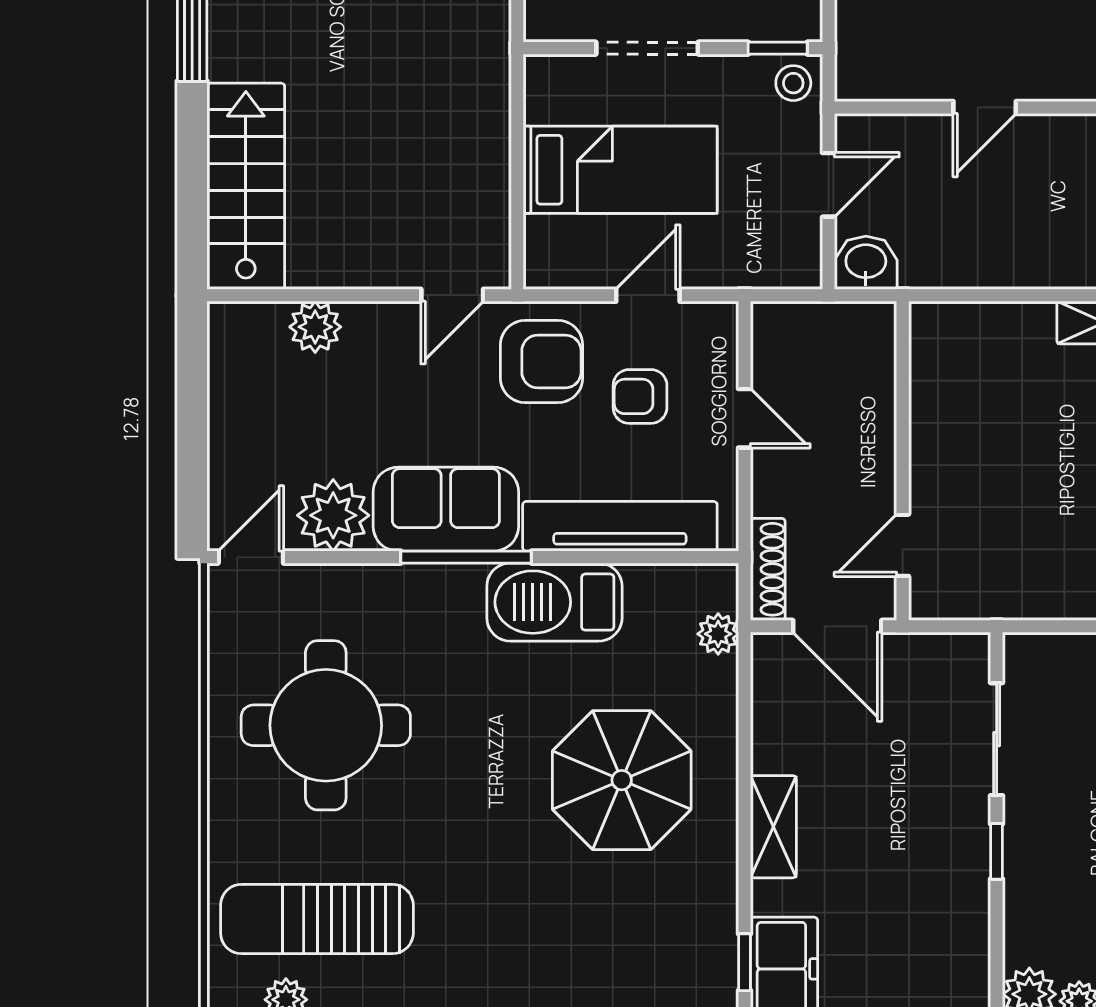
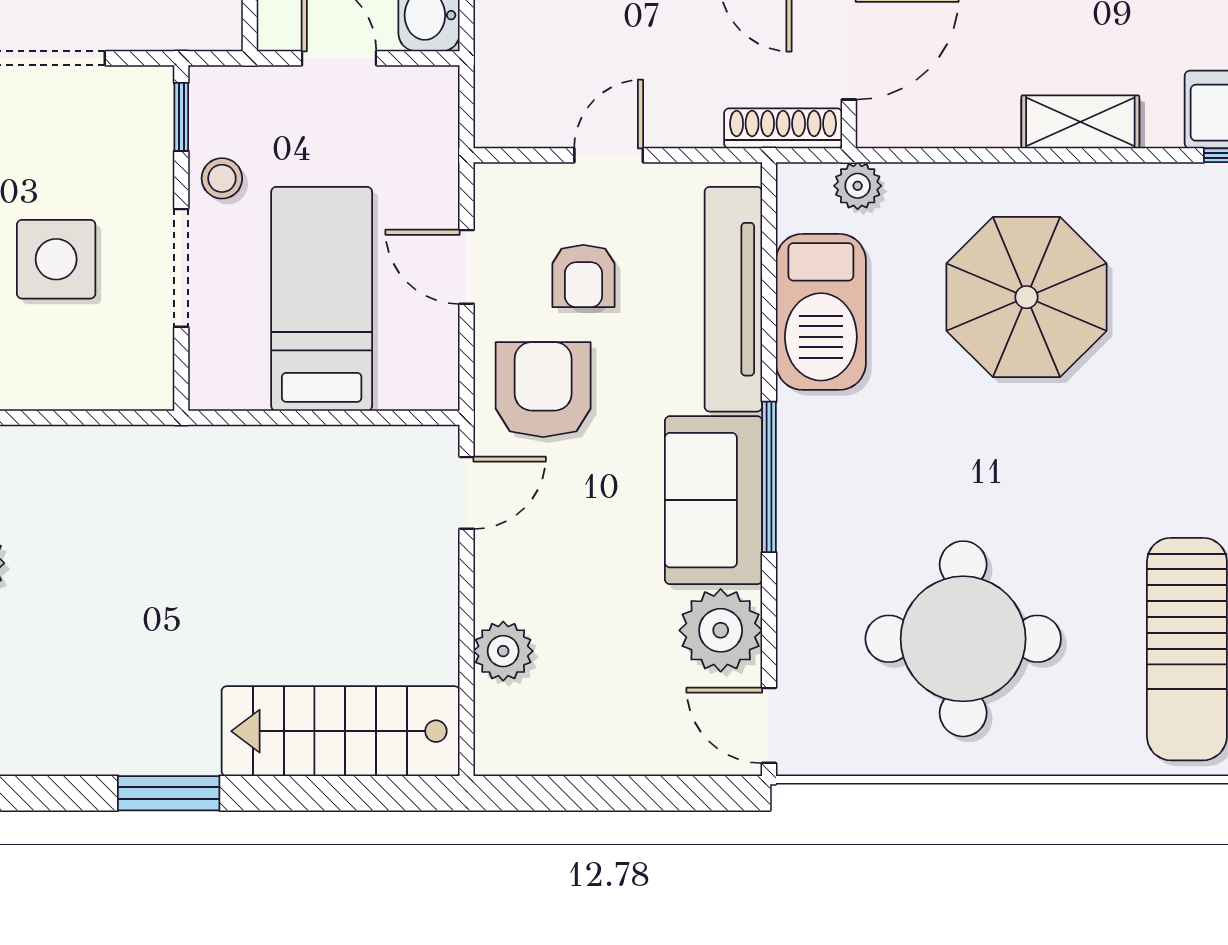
stool: (793, 83) -> (222, 178), moved
door: (452, 295) -> (467, 493), hinge flipped
barbecue: (554, 602) -> (821, 312), moved

